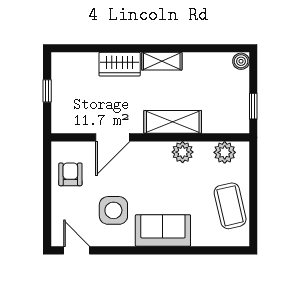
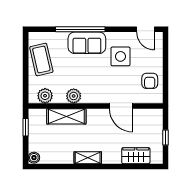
wardrobe: (120, 64) -> (136, 156), moved
shelving: (173, 122) -> (66, 116), moved
door: (113, 137) -> (121, 106), swing flipped
window: (173, 250) -> (80, 29), added

